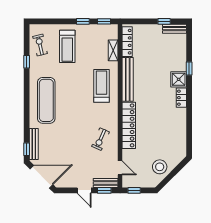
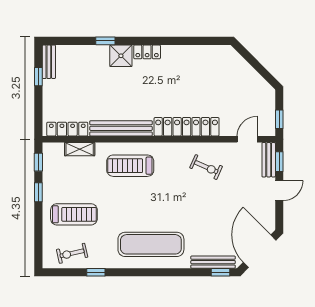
stool: (160, 167) -> (246, 83), removed

